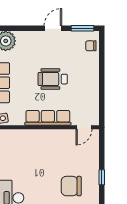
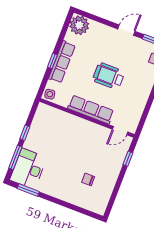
window: (102, 177) -> (128, 159), moved
chair: (71, 186) -> (88, 179), width x0.54, depth x0.54

